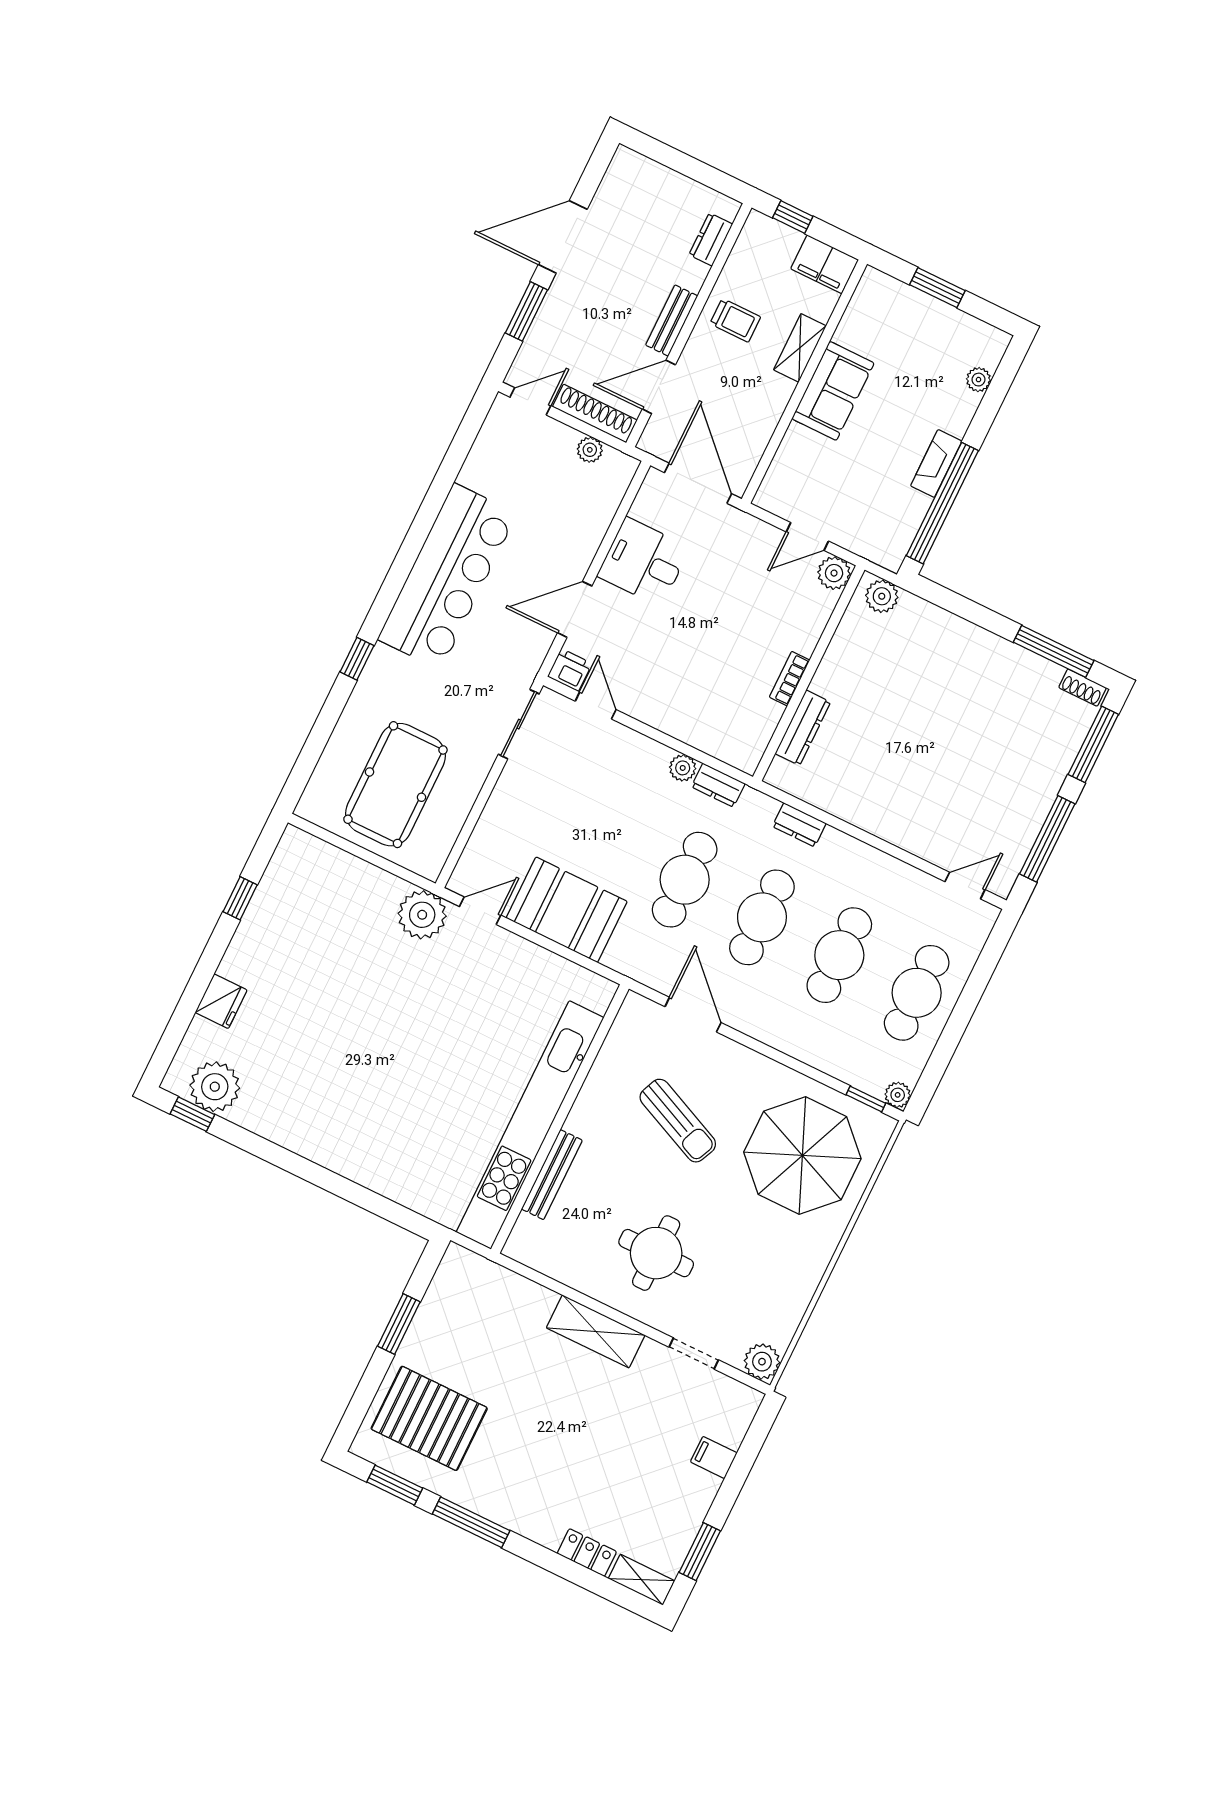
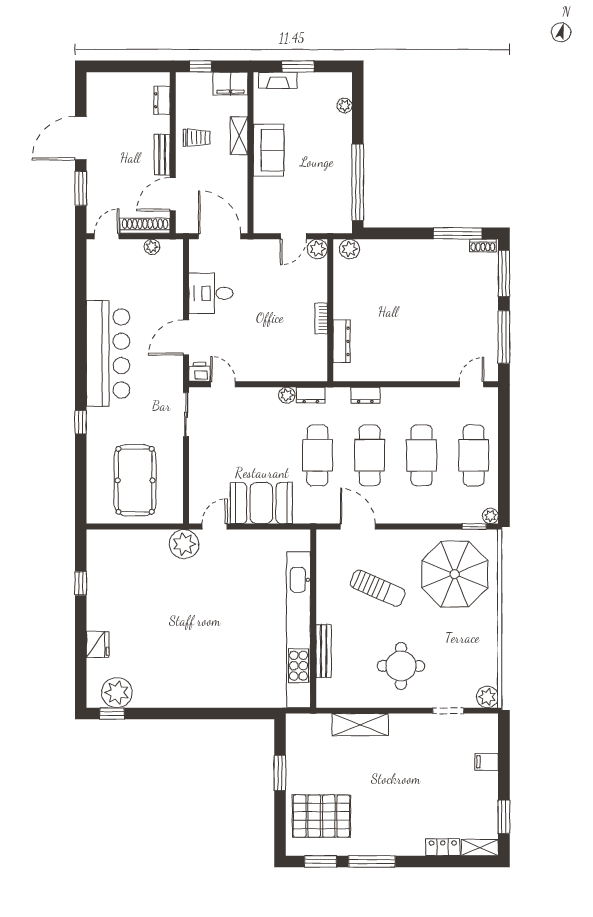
fireplace: (936, 463) -> (278, 80), moved, turned -90
shelving: (596, 1331) -> (360, 725), moved

